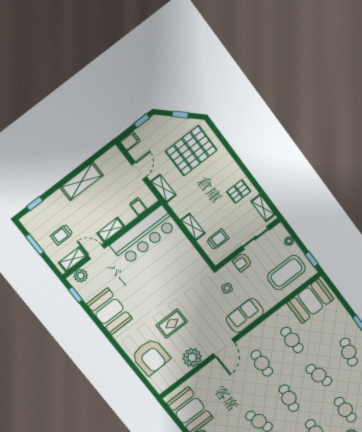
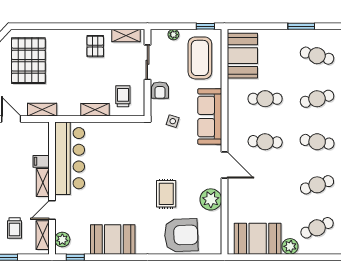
filing cabinet: (138, 207) -> (41, 161), moved
sofa: (245, 316) -> (210, 117), width x1.36

